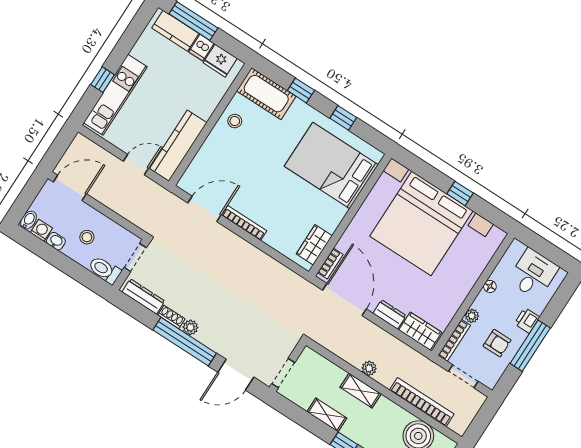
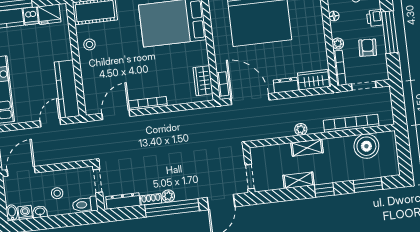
armchair: (497, 343) -> (368, 48), turned -87

